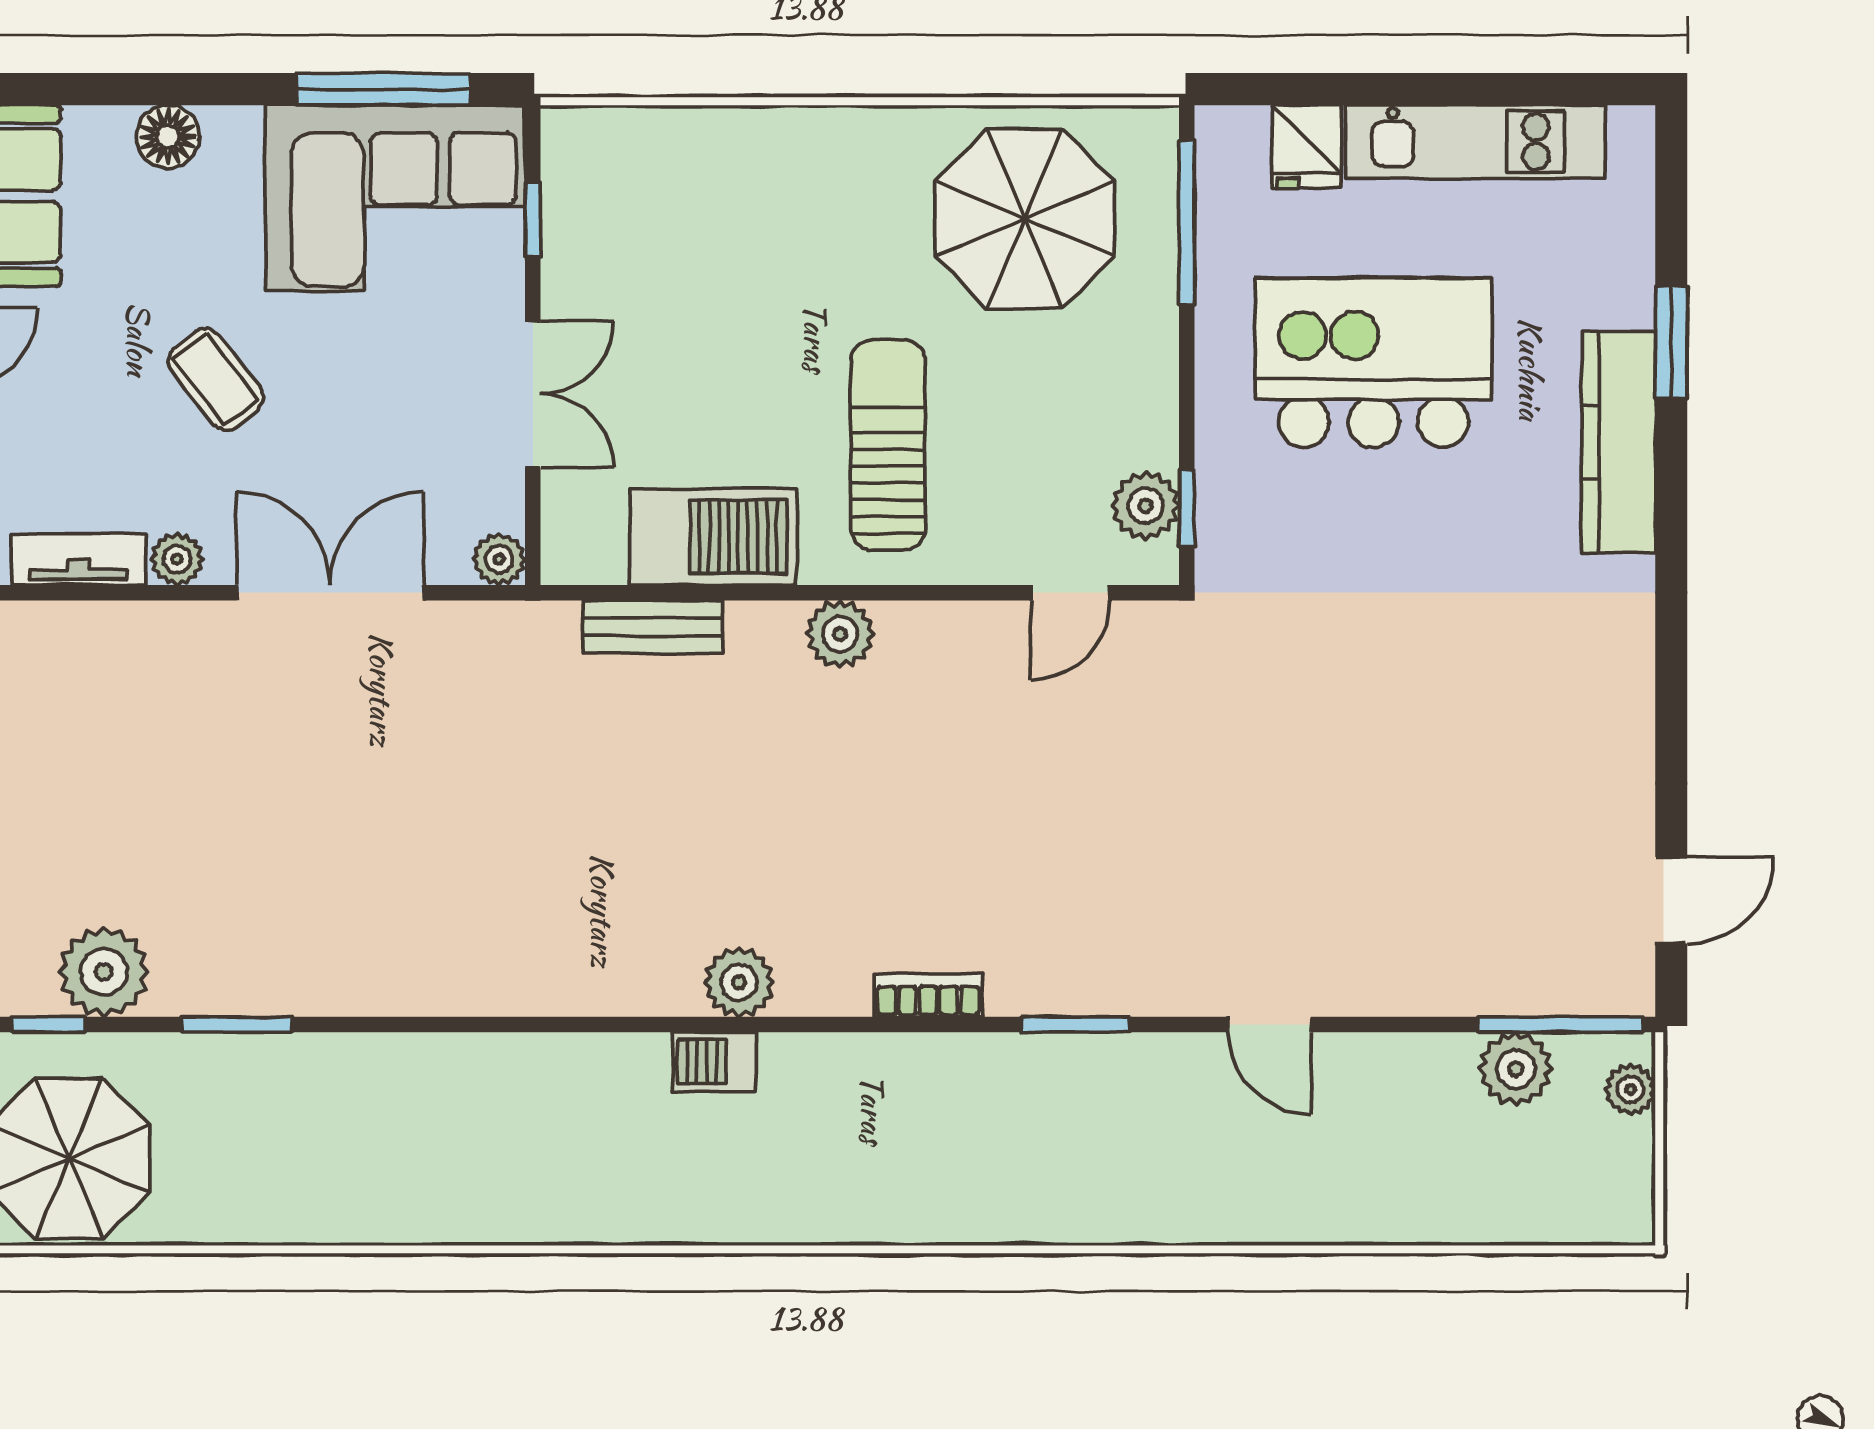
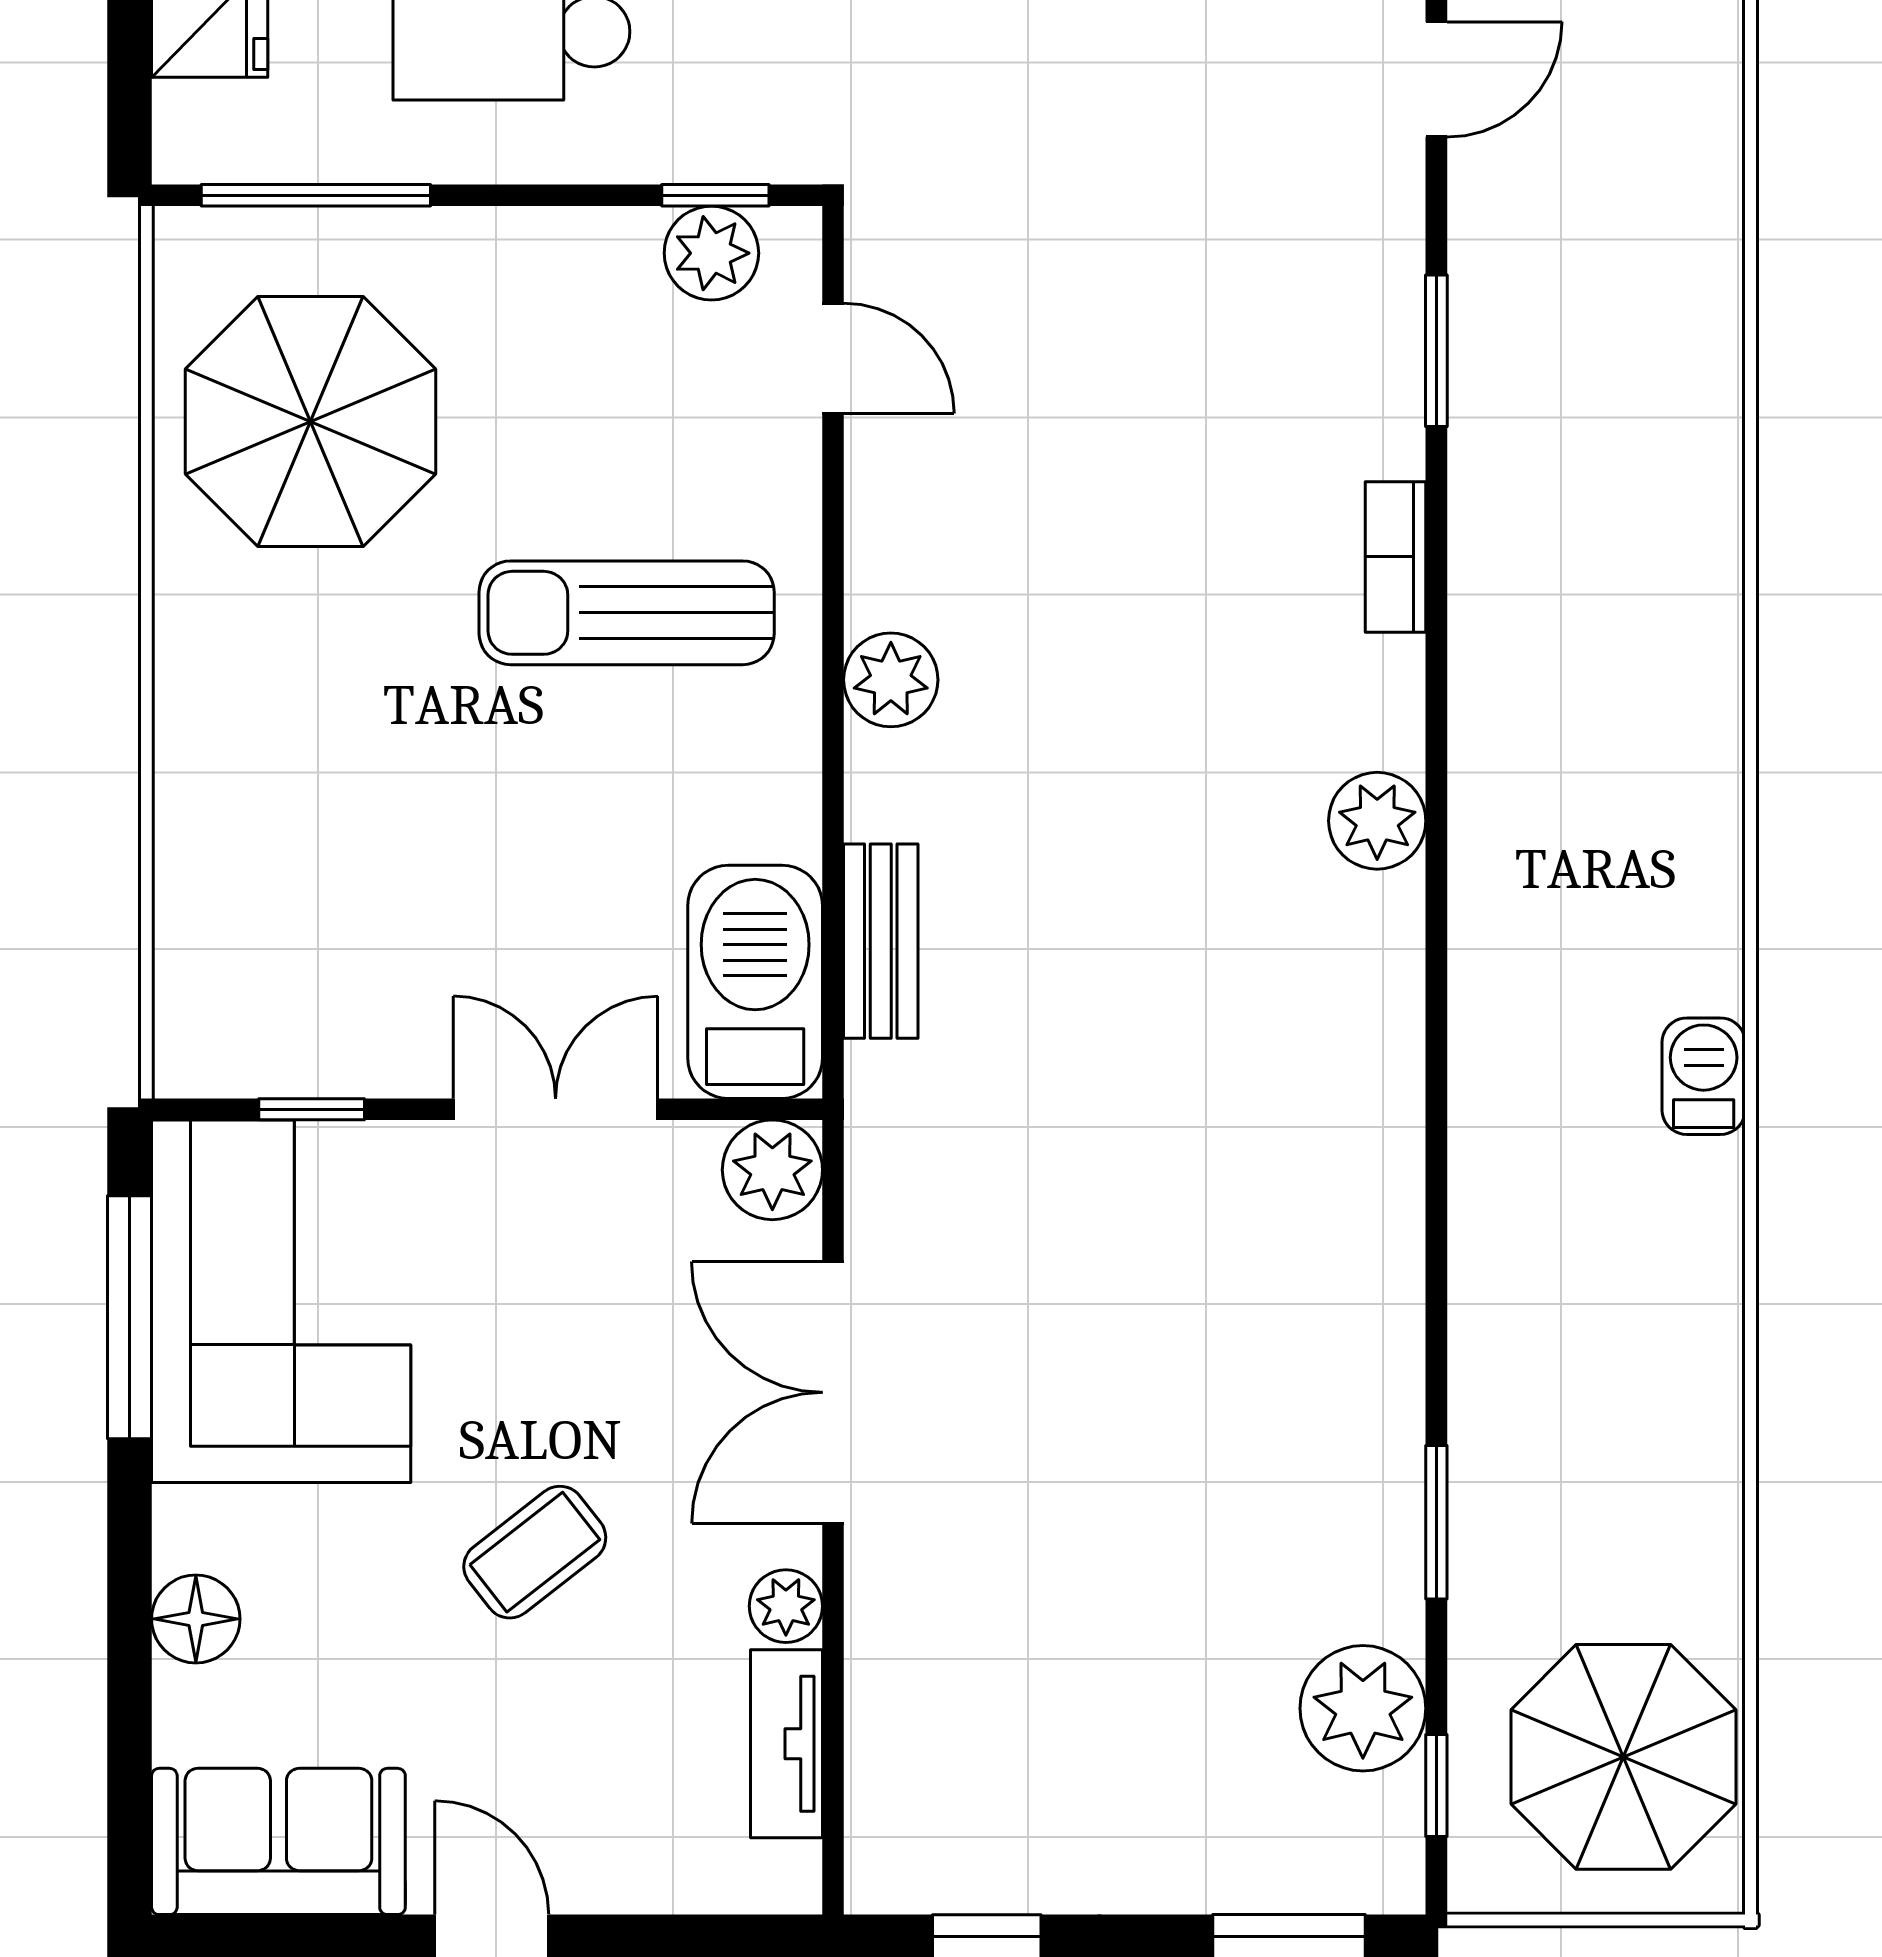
barbecue: (713, 537) -> (755, 982), moved
plant: (499, 559) -> (772, 1170), width x1.38, depth x1.38
barbecue: (714, 1062) -> (1704, 1076), moved, turned 180

